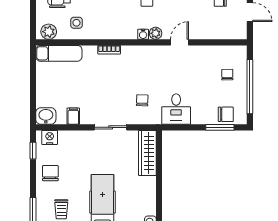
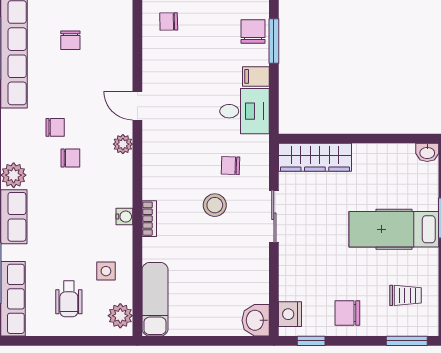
water cooler: (143, 34) -> (124, 217), moved
chair: (227, 75) -> (169, 21), moved
stool: (118, 91) -> (215, 205), added
filing cabinet: (73, 116) -> (256, 76), moved

